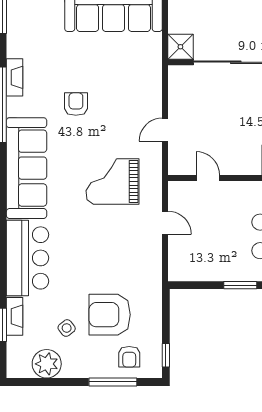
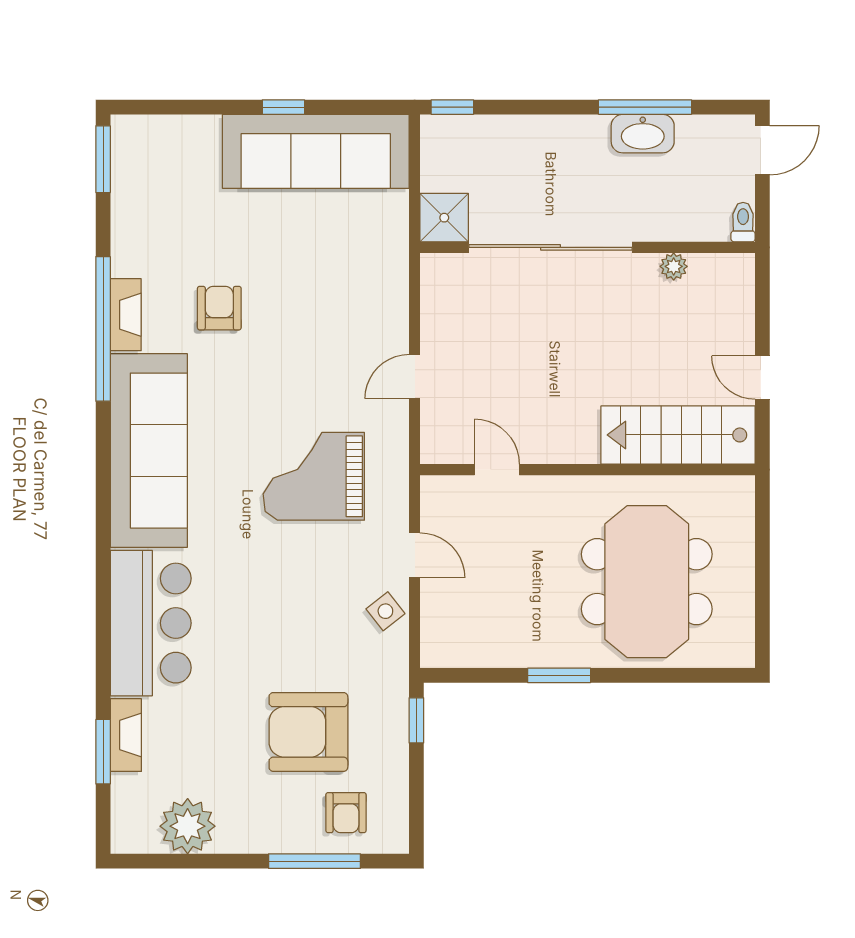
fireplace: (15, 77) -> (126, 315), moved
armchair: (76, 104) -> (219, 308), moved
side table: (67, 328) -> (385, 611), moved
window: (166, 355) -> (416, 720), moved

